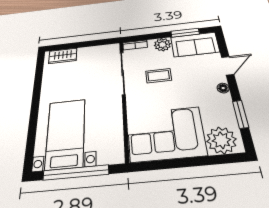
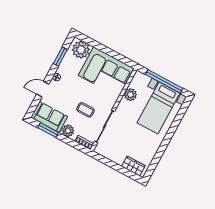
plant: (113, 126) -> (130, 95), added

